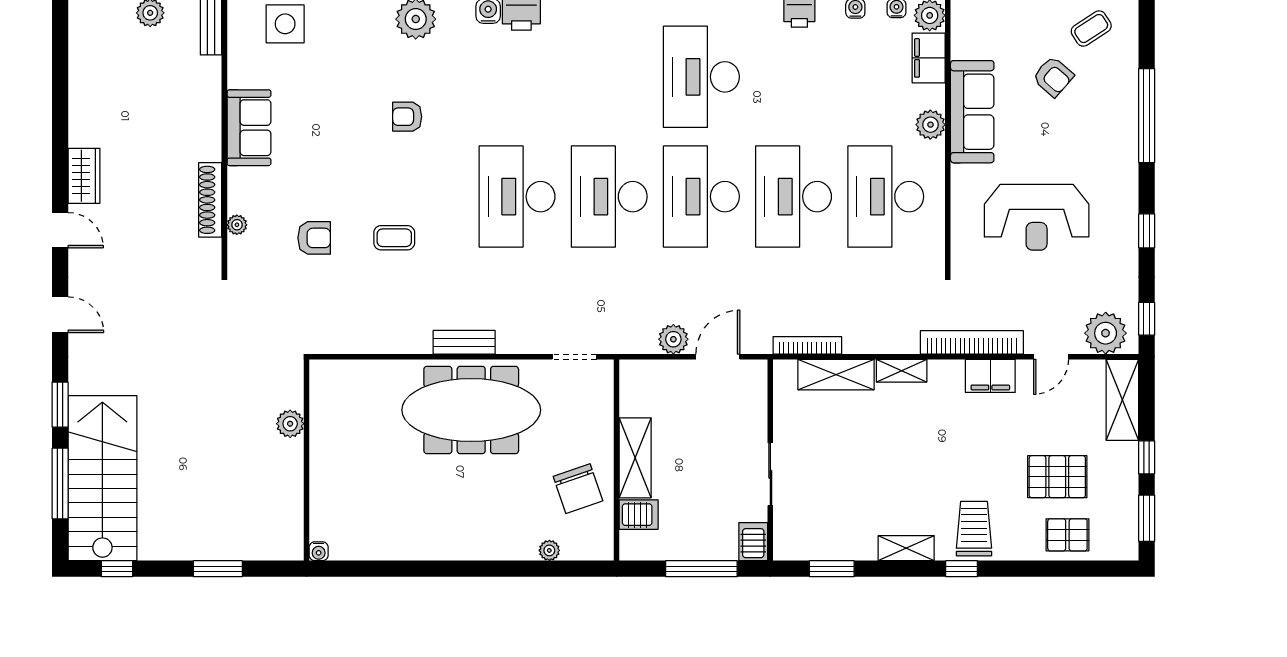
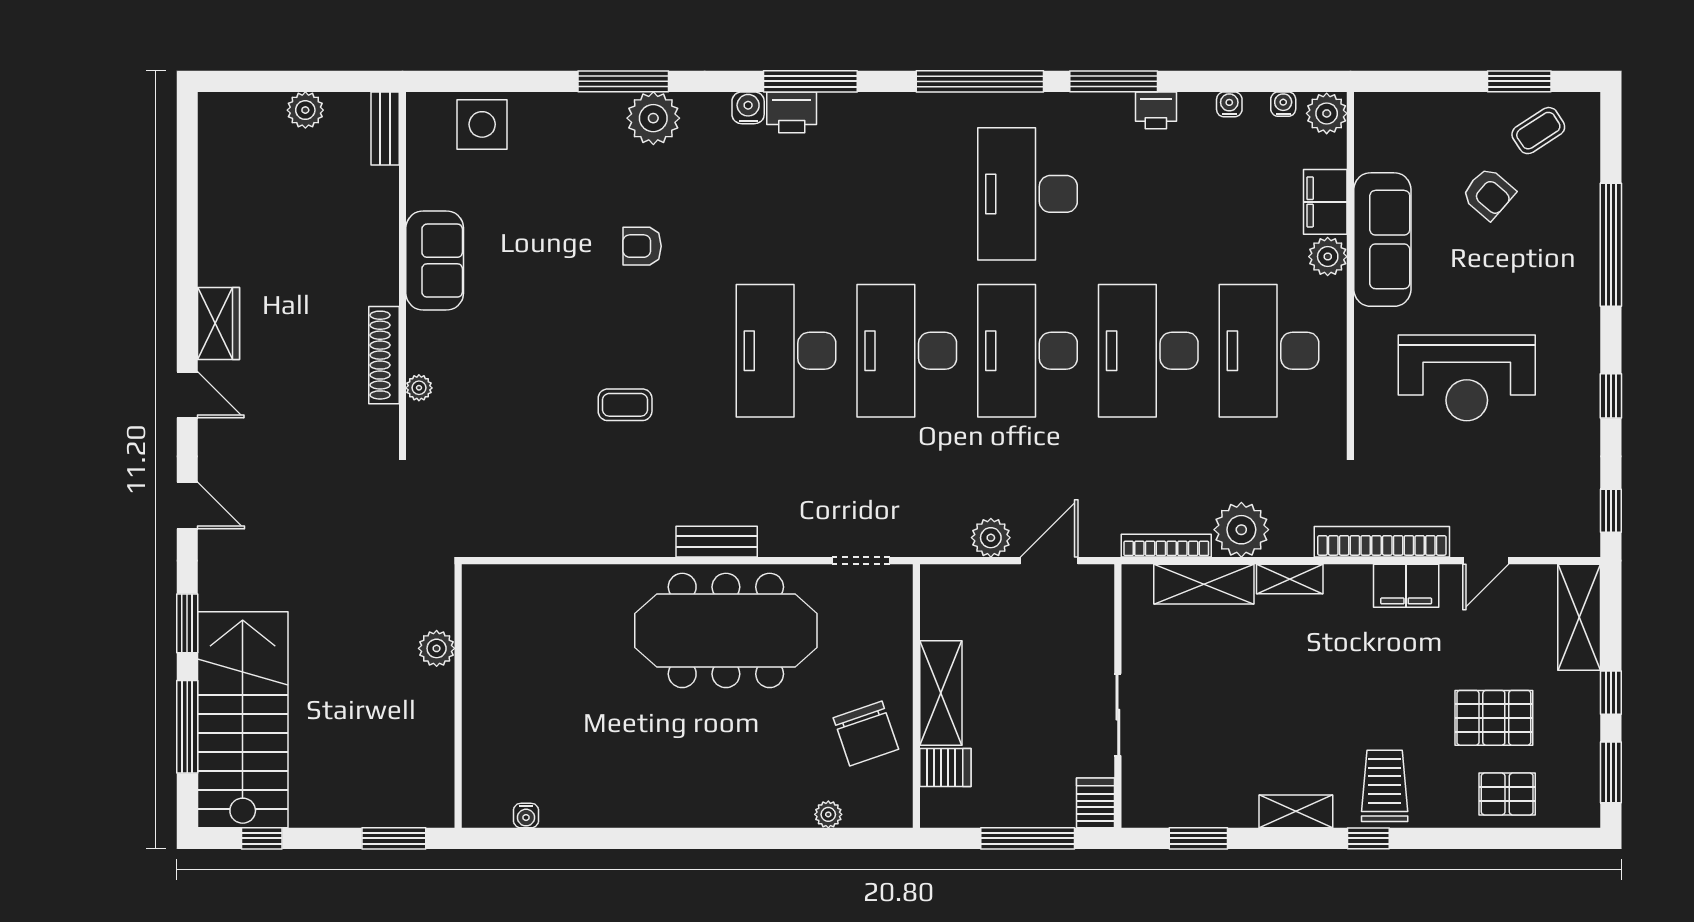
filing cabinet: (929, 58) -> (1325, 202), moved
armchair: (314, 238) -> (520, 405), removed
plant: (1106, 333) -> (1241, 530), moved
plant: (290, 424) -> (437, 648), moved
wall: (307, 460) -> (458, 696), moved

